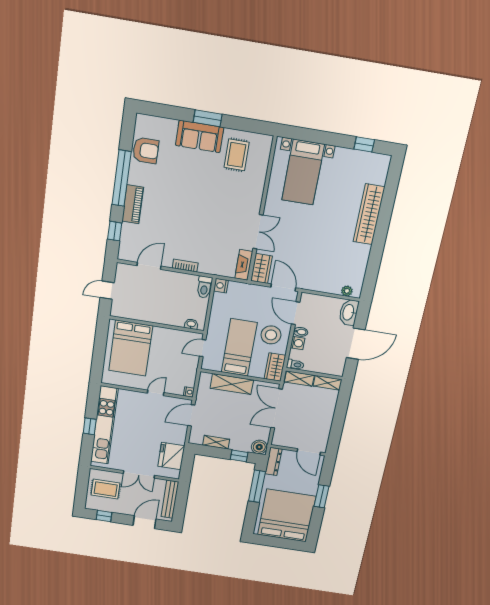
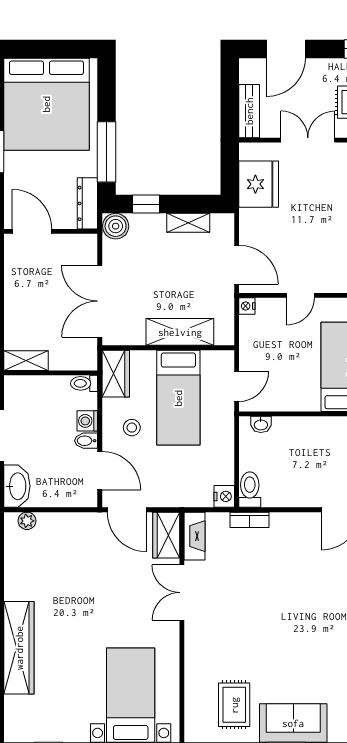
bookcase: (185, 265) -> (249, 520), moved
stool: (271, 335) -> (132, 428), width x0.53, depth x0.53
shelving: (299, 379) -> (73, 360), removed
double door: (277, 408) -> (100, 301), swing flipped
door: (191, 415) -> (237, 265), hinge flipped
bench: (170, 499) -> (249, 111), width x0.73

